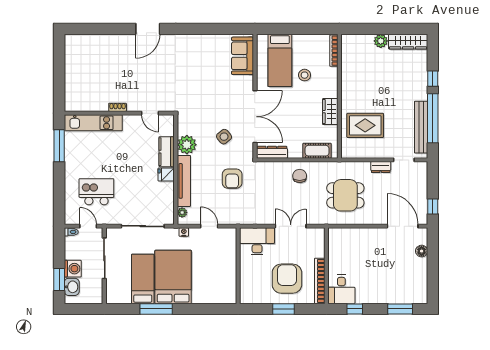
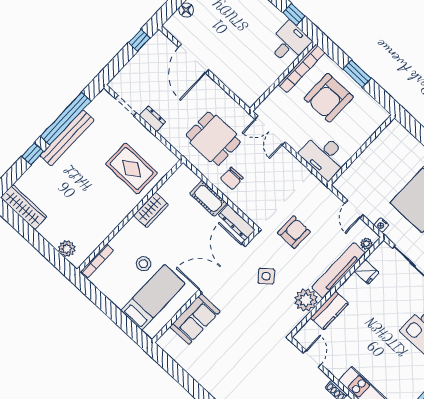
plant: (381, 41) -> (67, 249), moved
sofa: (243, 56) -> (195, 319), moved
bench: (421, 127) -> (67, 138), moved
cot: (317, 151) -> (208, 198), moved
fridge: (166, 175) -> (367, 272), moved
dining table: (345, 195) -> (213, 139), moved
double door: (291, 226) -> (270, 130), moved
door: (403, 226) -> (194, 59), moved

